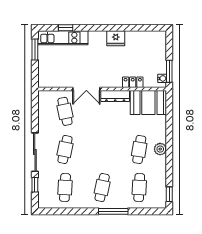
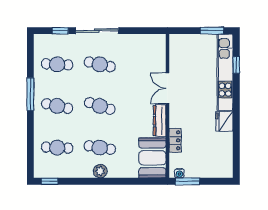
kitchen unit: (63, 38) -> (225, 72), width x1.36
cafe table: (65, 111) -> (100, 106), moved, turned 30
window: (113, 211) -> (30, 94), moved

